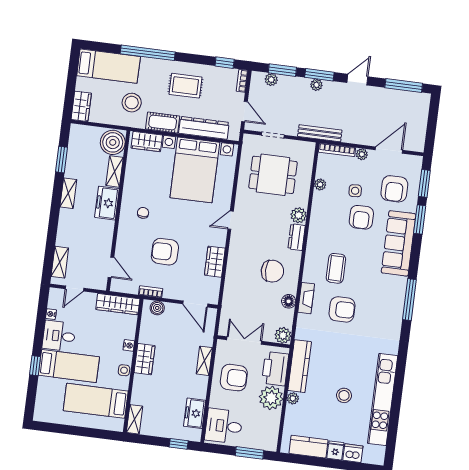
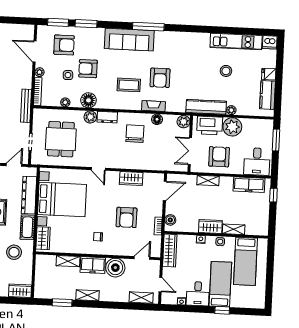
boiler: (113, 142) -> (115, 268), moved
floor lamp: (320, 215) -> (88, 100), added
armchair: (361, 217) -> (88, 69), turned 180
sofa: (399, 243) -> (129, 40), moved
armchair: (342, 309) -> (160, 78), turned 180
kitchen unit: (383, 399) -> (236, 41), width x0.73
freezer: (195, 413) -> (249, 185), width x1.40
shelving: (135, 419) -> (234, 229), moved
dishwasher: (353, 453) -> (270, 42), moved, turned -90

